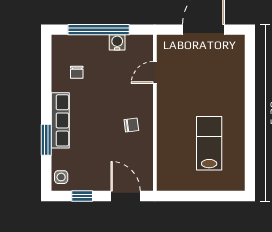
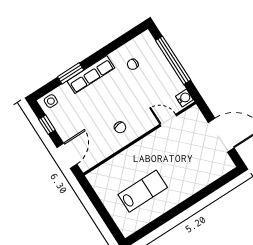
water cooler: (117, 42) -> (184, 98), moved

